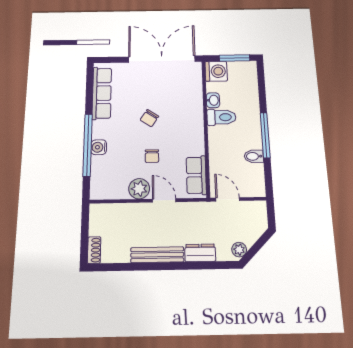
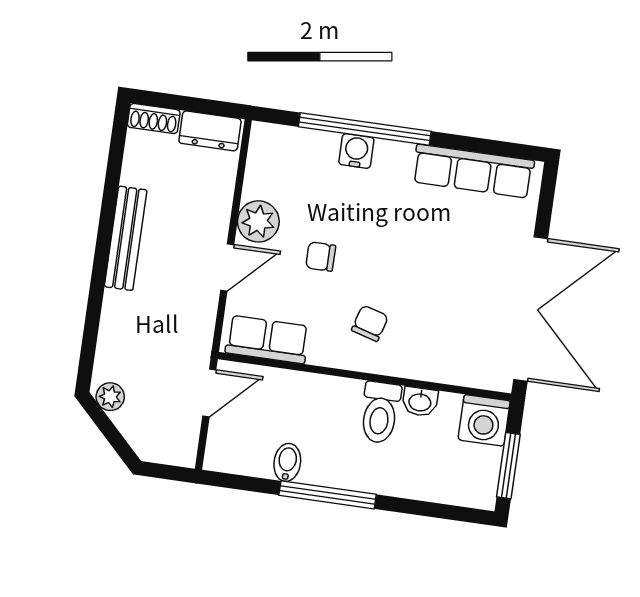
chair: (149, 118) -> (370, 323), moved, turned 72
dresser: (200, 253) -> (210, 131), moved, turned 90

